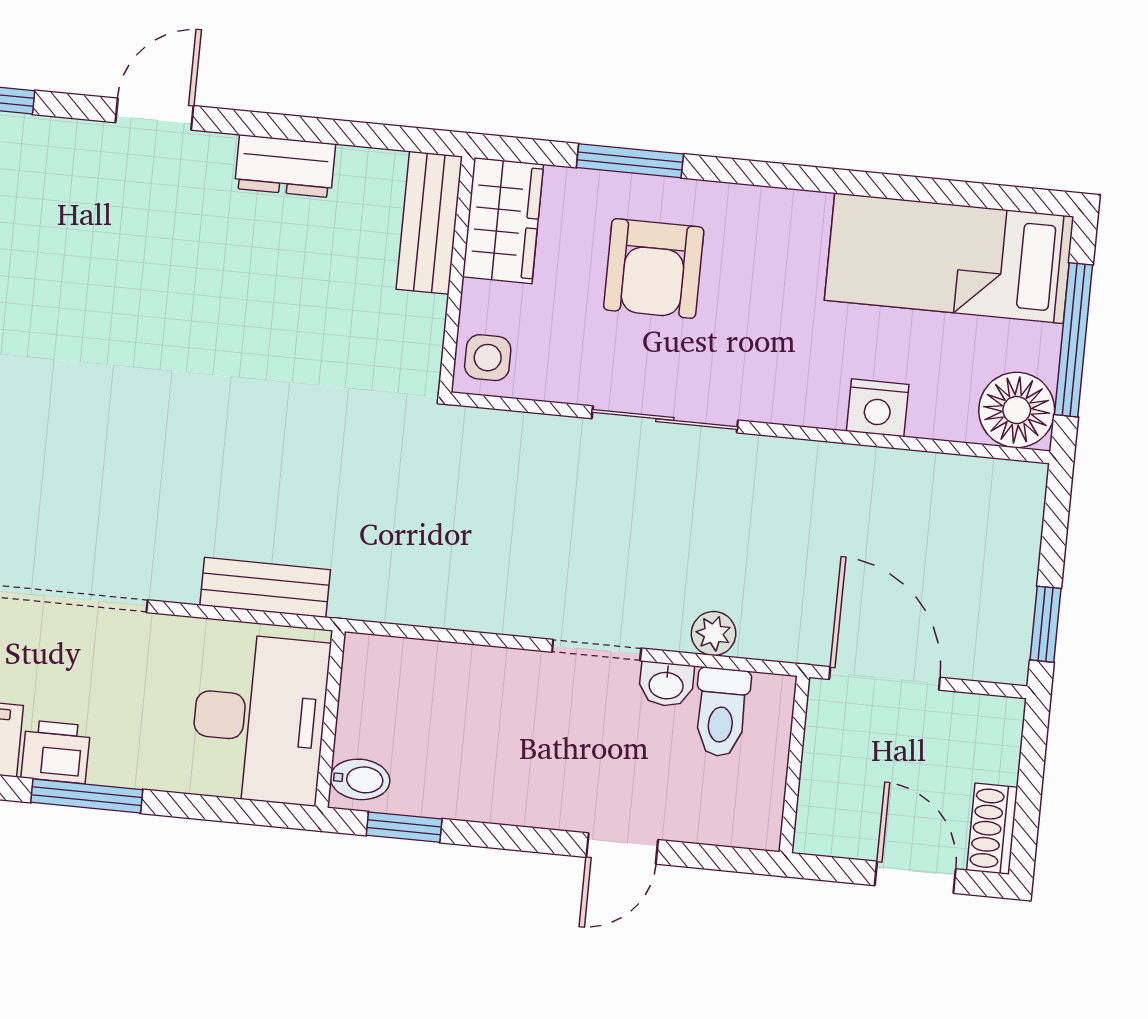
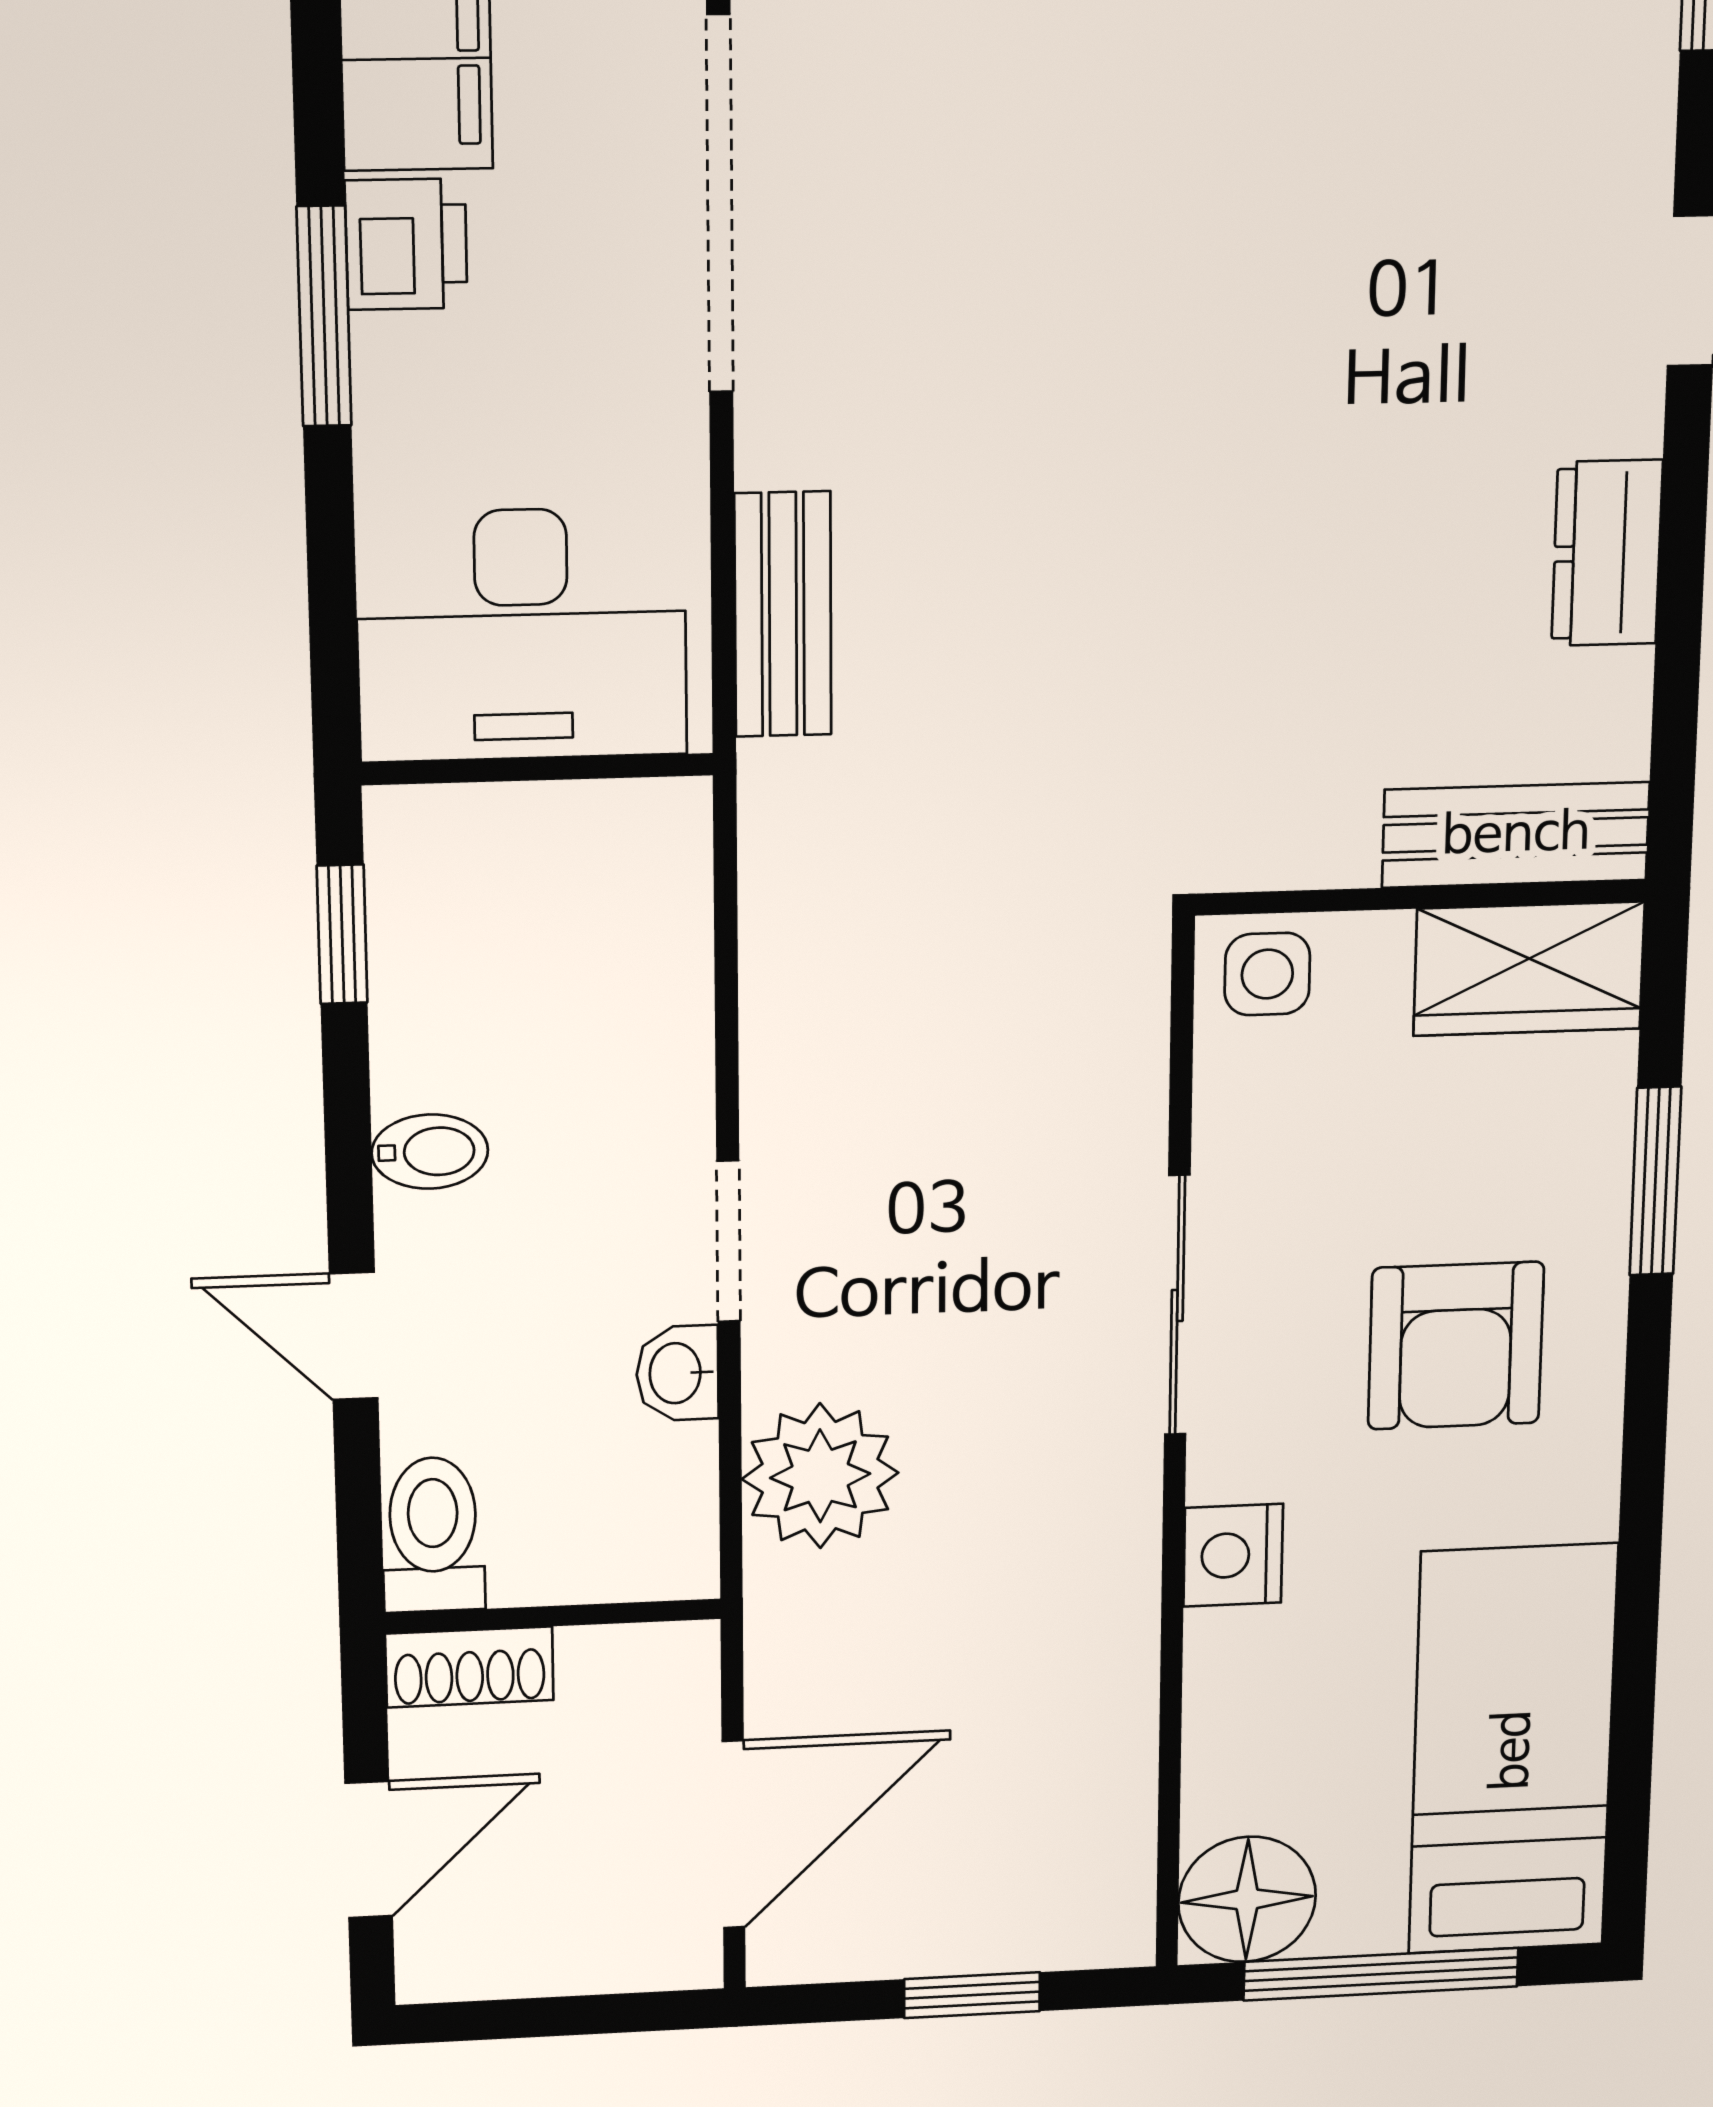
armchair: (654, 269) -> (1456, 1346), moved, turned -90
nightstand: (878, 408) -> (1233, 1555), moved
window: (1046, 624) -> (972, 1995), moved
plant: (714, 633) -> (820, 1476), width x1.88, depth x1.88
door: (885, 678) -> (733, 1835), moved
toilet: (721, 712) -> (433, 1535), moved, turned 90
bidet: (360, 779) -> (430, 1152), moved, turned -90
shoe rack: (992, 829) -> (470, 1667), moved, turned 180

